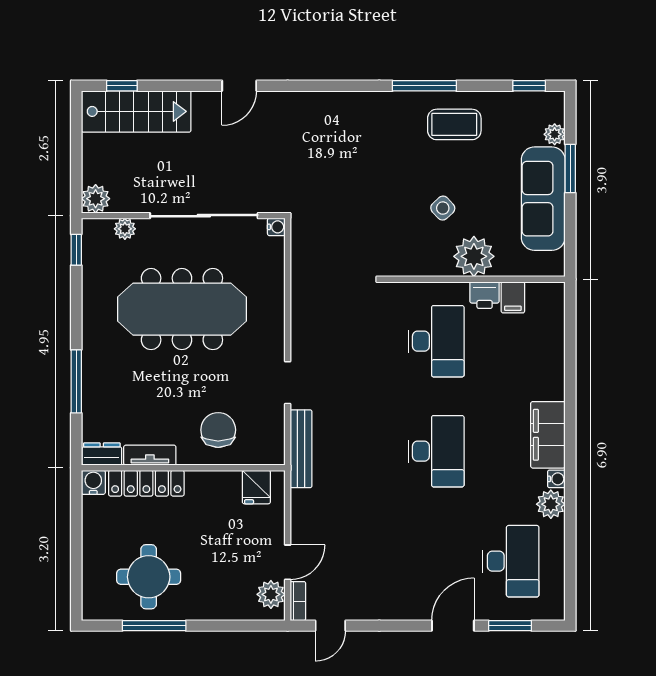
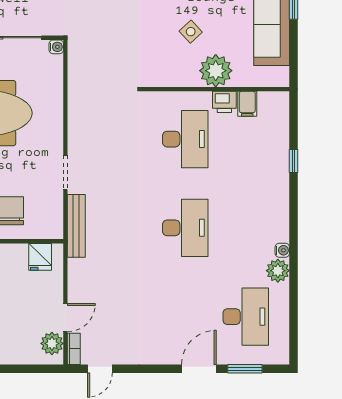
window: (570, 368) -> (294, 161), added
filing cabinet: (548, 435) -> (276, 215), removed

